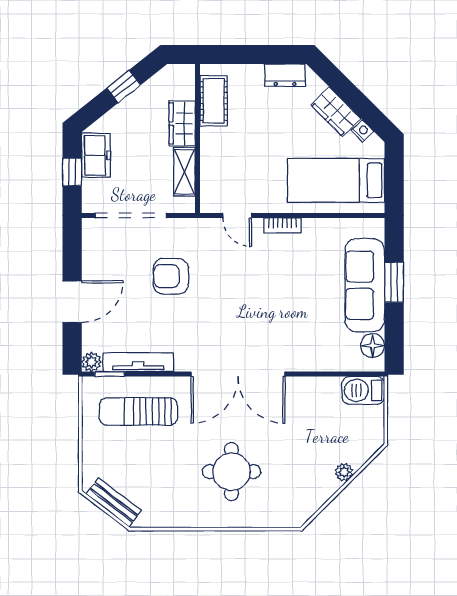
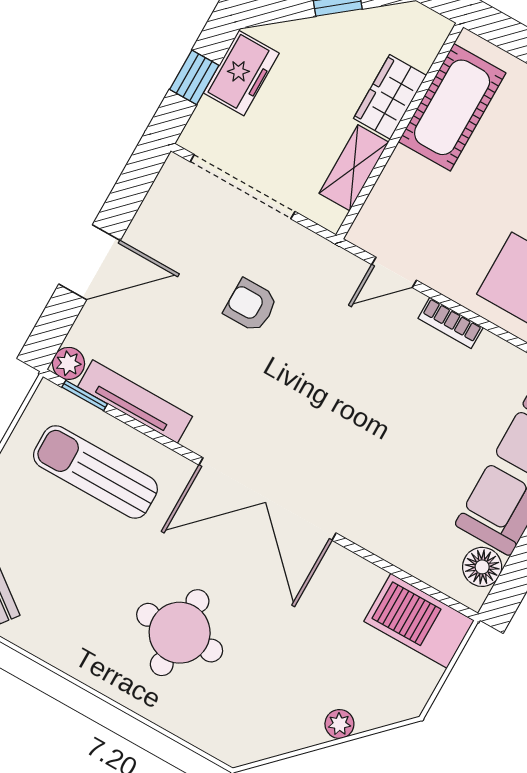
cot: (214, 101) -> (452, 107), width x1.37, depth x1.34
door: (237, 215) -> (394, 272), hinge flipped
armchair: (171, 276) -> (251, 305), width x0.72, depth x0.72
barbecue: (363, 390) -> (419, 621), width x1.37, depth x1.21

